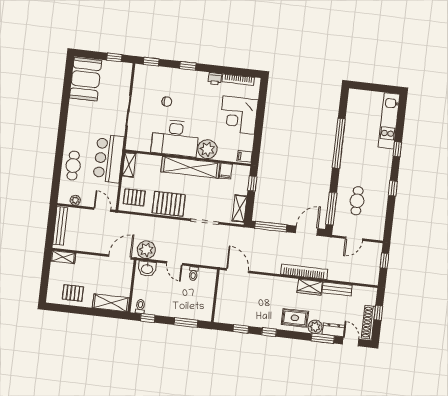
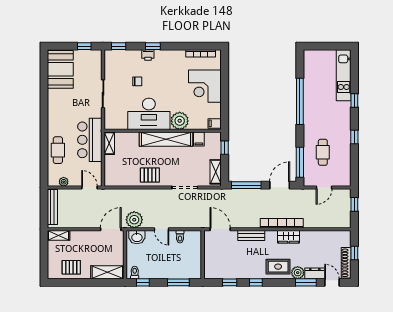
printer: (215, 79) -> (148, 55), moved
pallet: (134, 197) -> (118, 173), removed
pallet: (169, 204) -> (150, 175), width x0.67, depth x0.71
bench: (337, 289) -> (251, 235), moved

